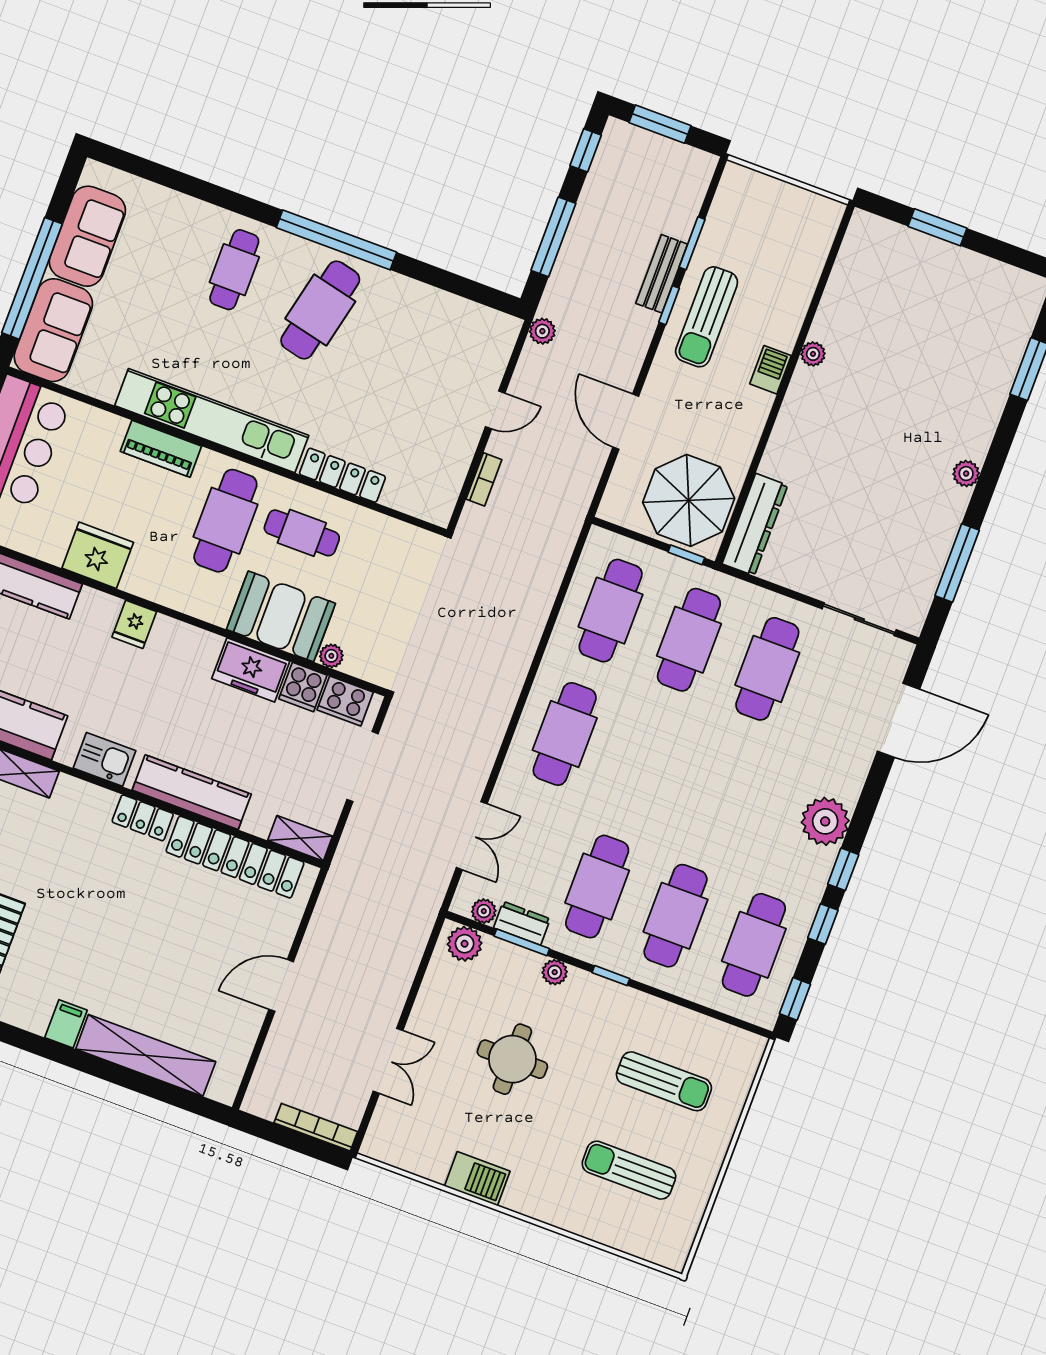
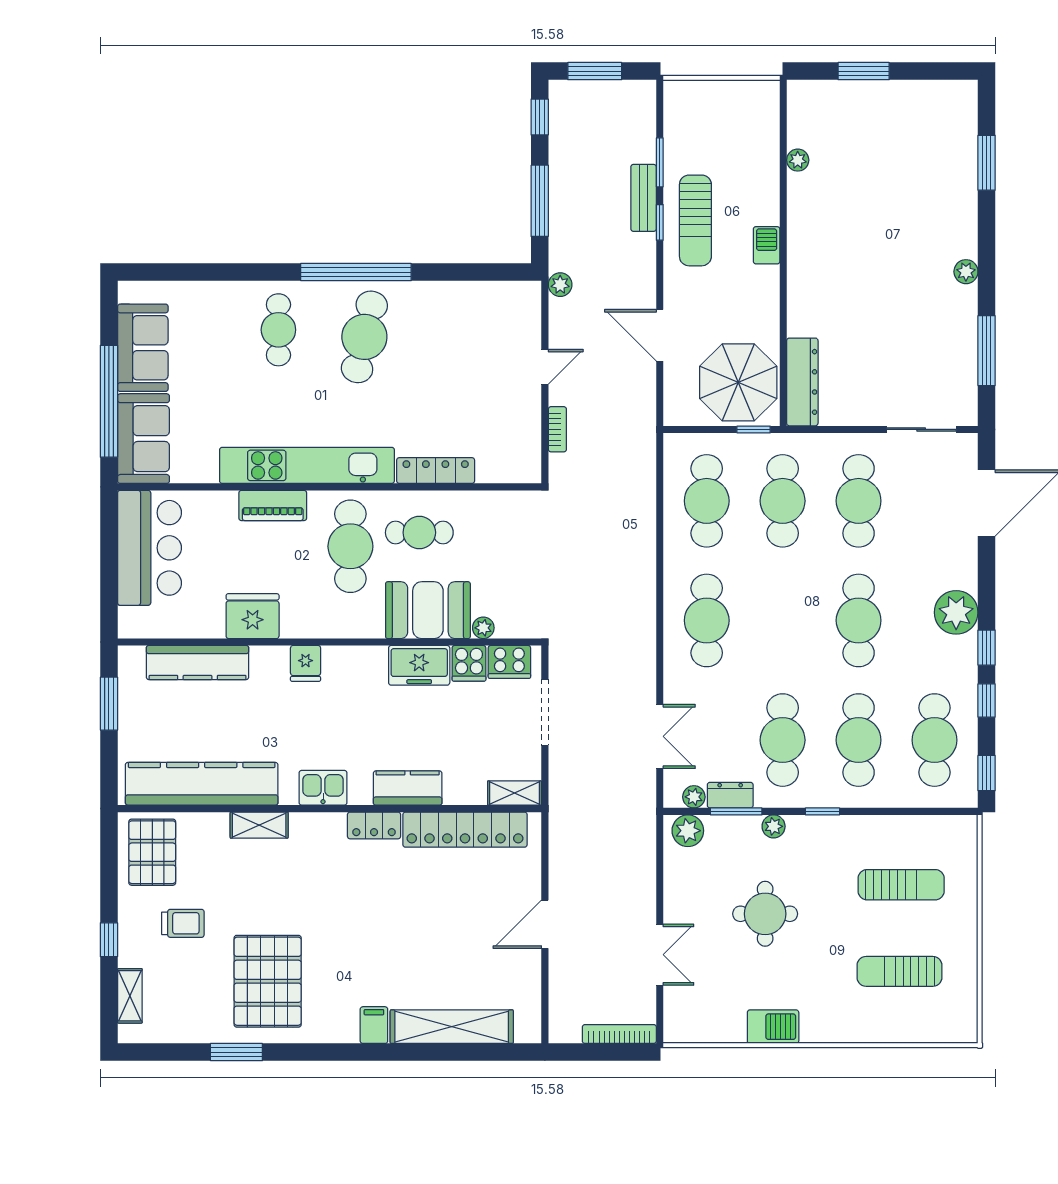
plant: (813, 354) -> (798, 160), moved
kitchen counter: (192, 792) -> (408, 788), width x0.67
cafe table: (721, 792) -> (859, 620), added

